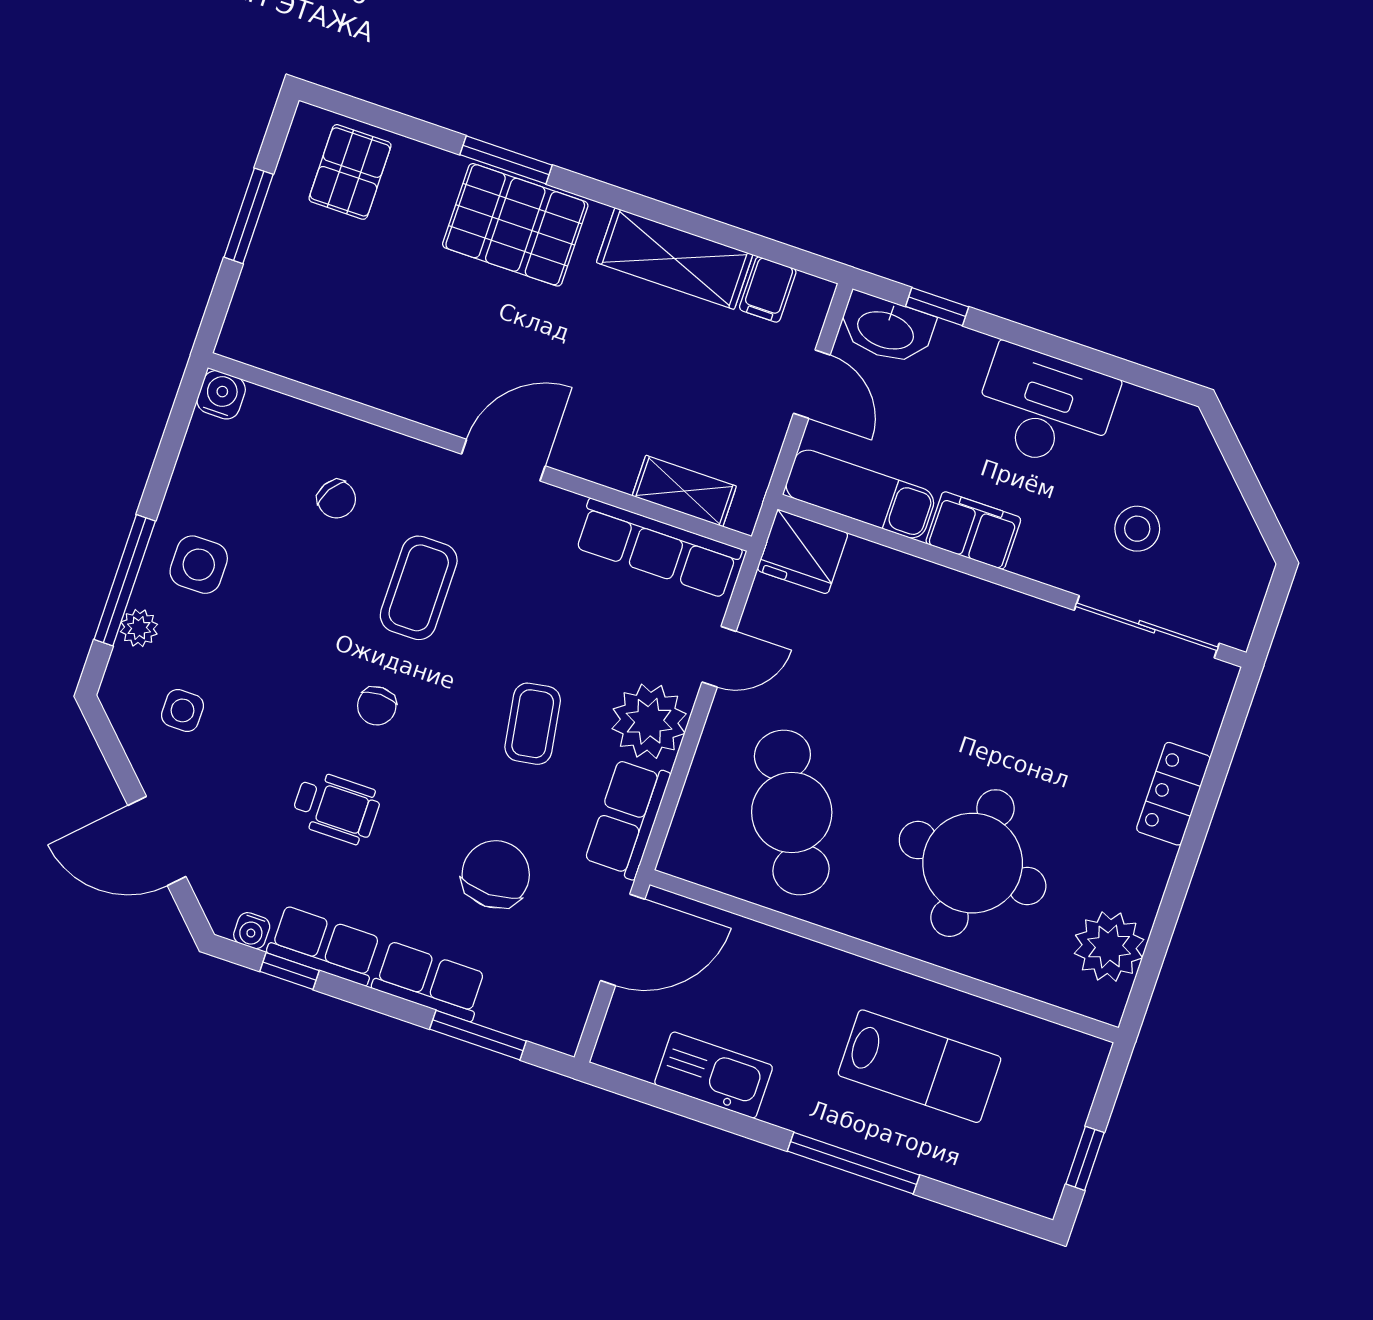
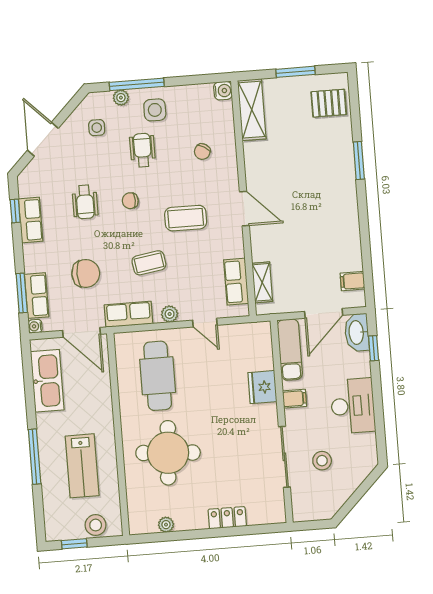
pallet: (515, 225) -> (336, 175), removed
shelving: (675, 259) -> (252, 110), moved
door: (812, 384) -> (324, 313), width x1.38
filing cabinet: (973, 530) -> (295, 399), width x0.50
row of seats: (658, 548) -> (236, 282), width x0.68
fridge: (803, 552) -> (262, 387), moved
coffee table: (419, 588) -> (186, 218), moved
sliding door: (1147, 627) -> (284, 457), moved
wheelchair: (277, 630) -> (143, 150), added
plant: (649, 721) -> (170, 314), width x0.53, depth x0.53
cafe table: (792, 813) -> (158, 376), turned -62
water cooler: (252, 931) -> (35, 326), moved
plant: (1109, 947) -> (166, 525), width x0.53, depth x0.53
row of seats: (429, 981) -> (37, 296), moved
kitchen sink: (714, 1075) -> (47, 381), width x1.36, depth x1.24
stool: (1064, 1093) -> (96, 525), added

